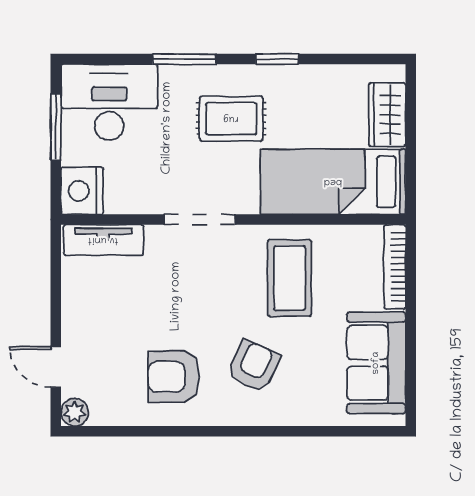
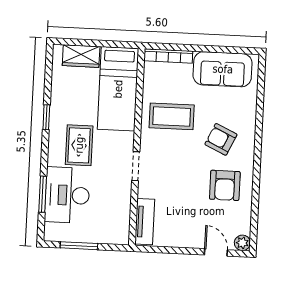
window: (184, 59) -> (43, 194), moved
desk: (109, 102) -> (67, 195), moved
nightstand: (82, 191) -> (116, 232), removed
doorway: (200, 220) -> (136, 166), width x0.73
door: (56, 367) -> (216, 252), swing flipped

